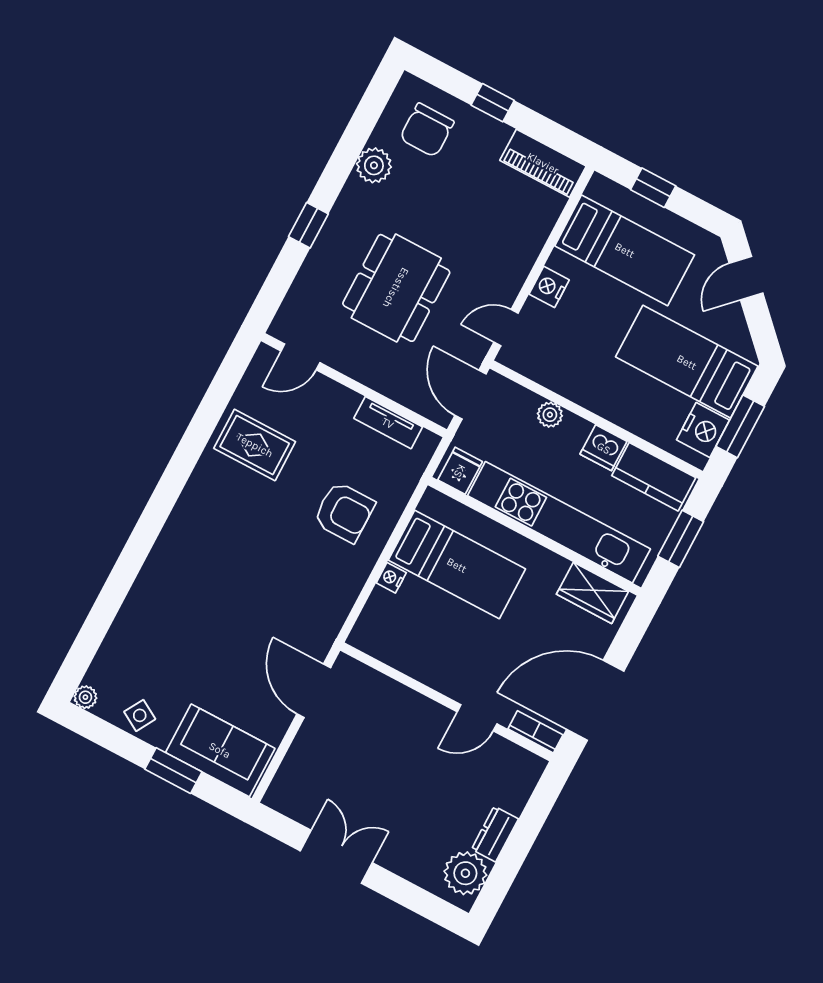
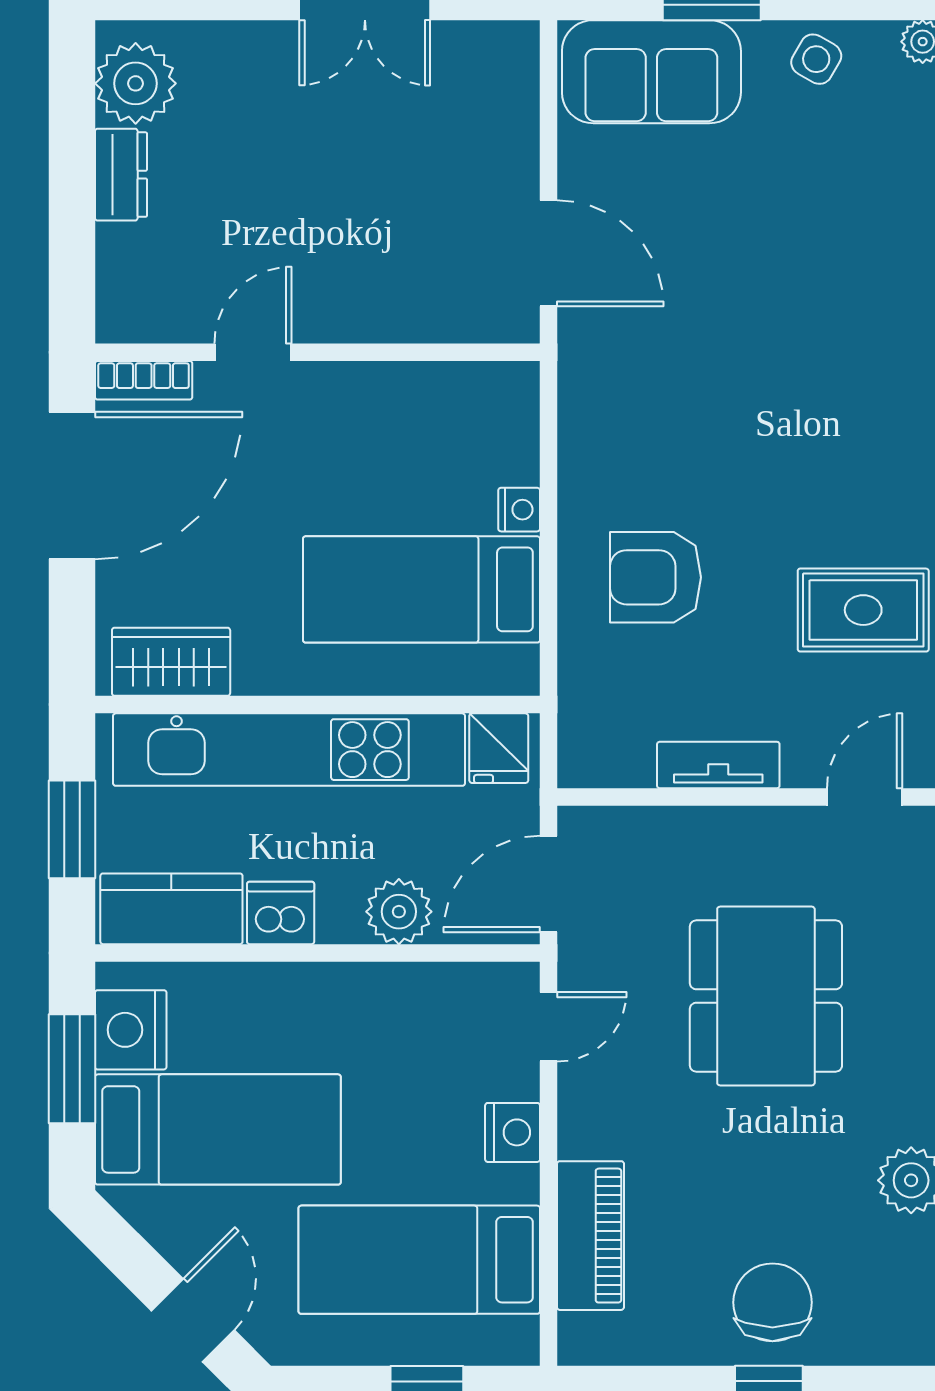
chair: (427, 130) -> (772, 1302), moved
piano: (543, 163) -> (590, 1236), moved, turned 90
door: (471, 395) -> (548, 884), swing flipped
plant: (550, 415) -> (399, 912), width x1.38, depth x1.38
tv unit: (388, 423) -> (718, 765), moved

